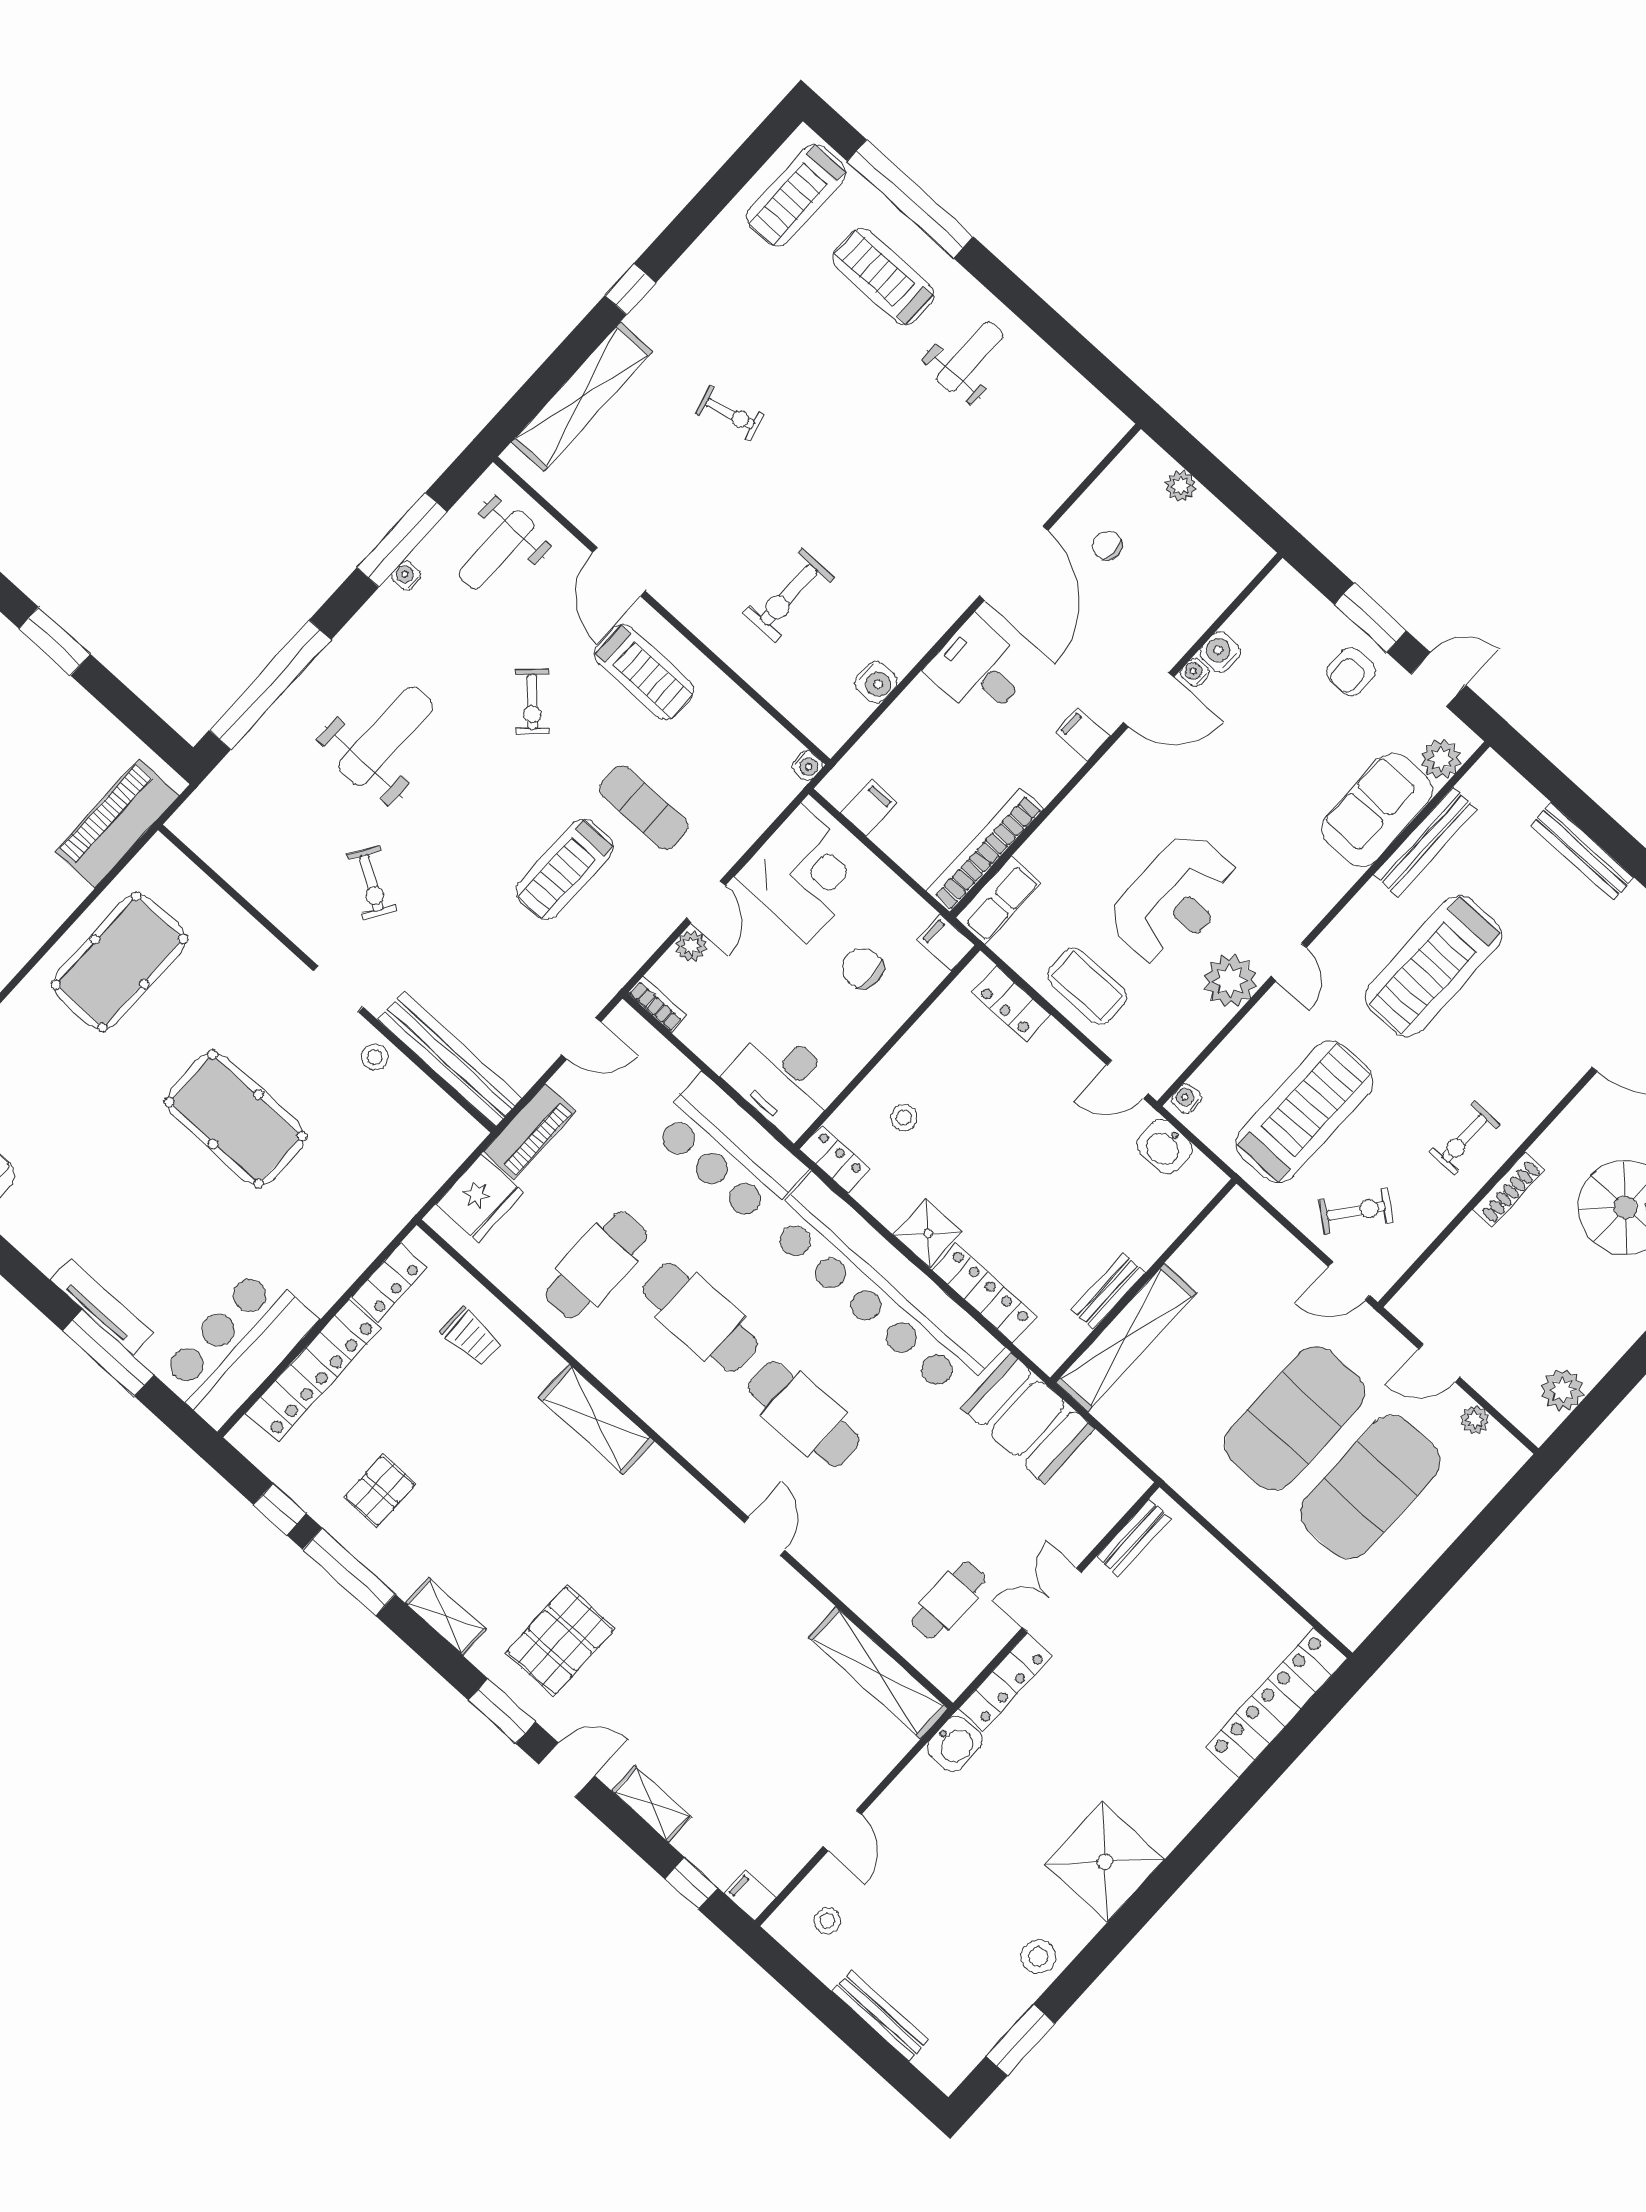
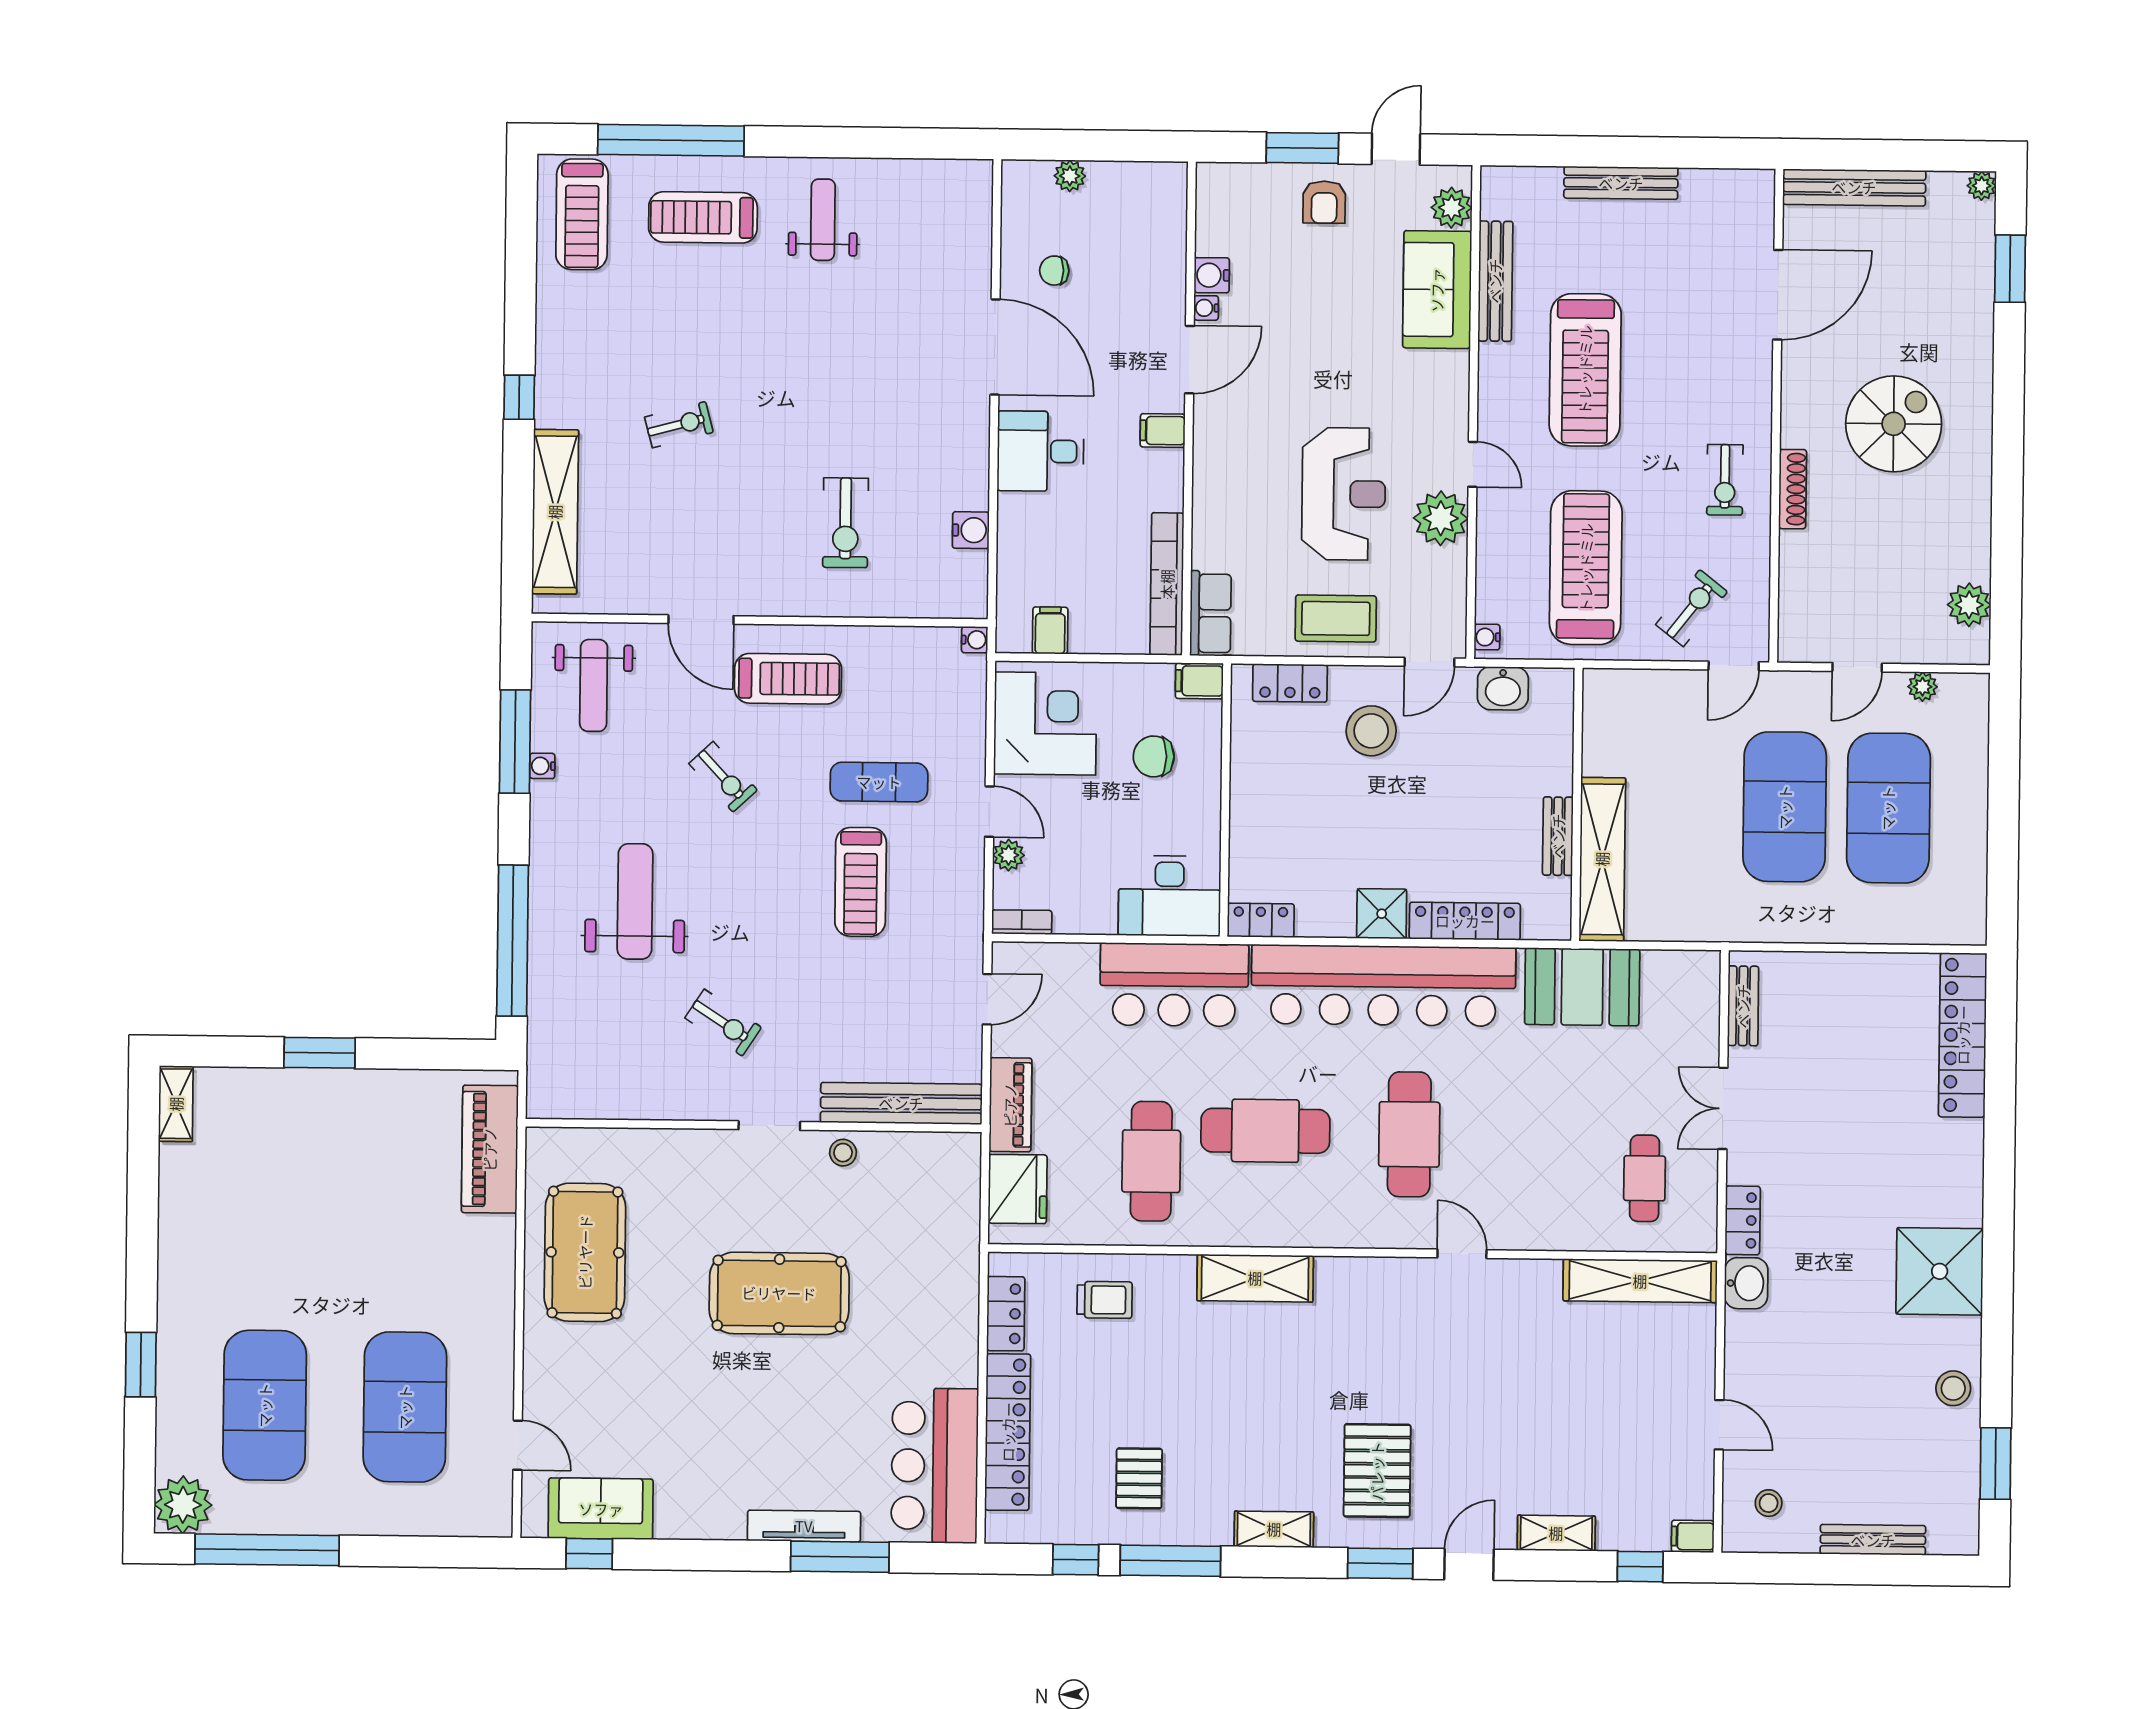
stool: (904, 1118) -> (1371, 731), moved, width x1.89, depth x1.89
cafe table: (804, 1414) -> (1409, 1134), turned 90
locker: (1005, 1682) -> (1743, 1220), width x0.66

